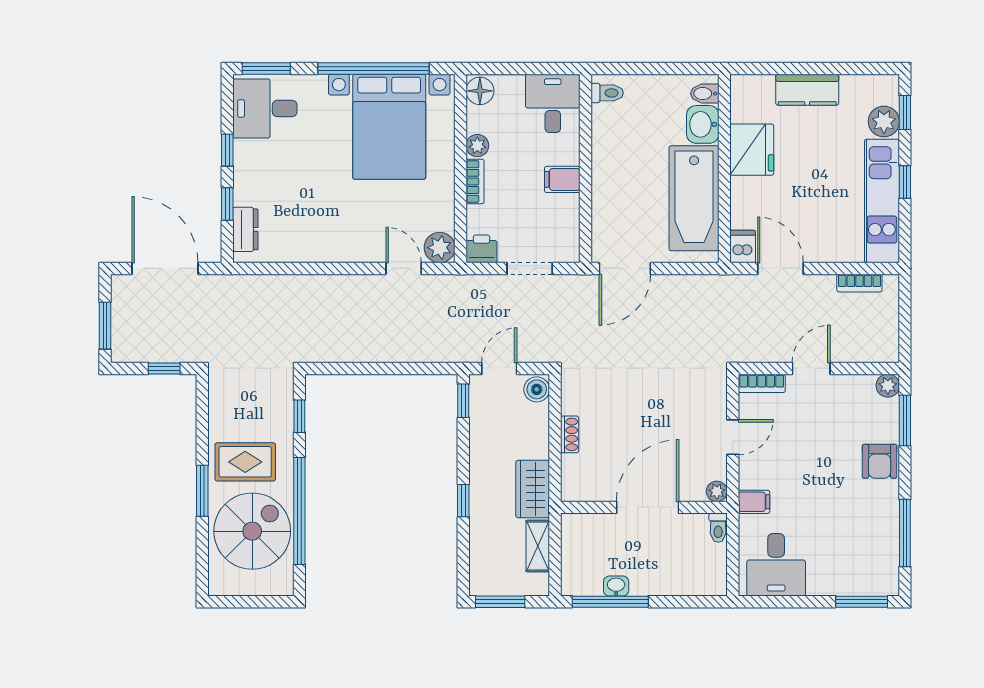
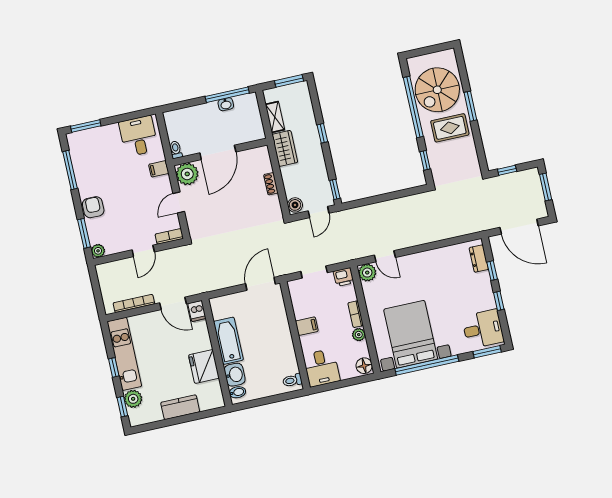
bathtub: (694, 198) -> (228, 341), width x0.73, depth x0.73
bookcase: (859, 283) -> (134, 303), width x1.56
plant: (717, 491) -> (187, 174), width x1.87, depth x1.87

